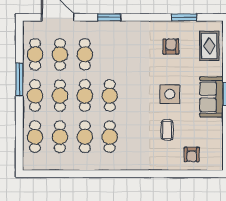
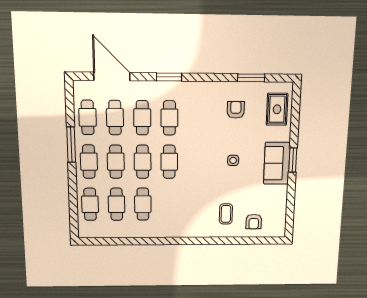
side table: (170, 94) -> (233, 160), width x0.54, depth x0.54
coffee table: (167, 130) -> (226, 214), moved
cafe table: (110, 137) -> (169, 118), moved

